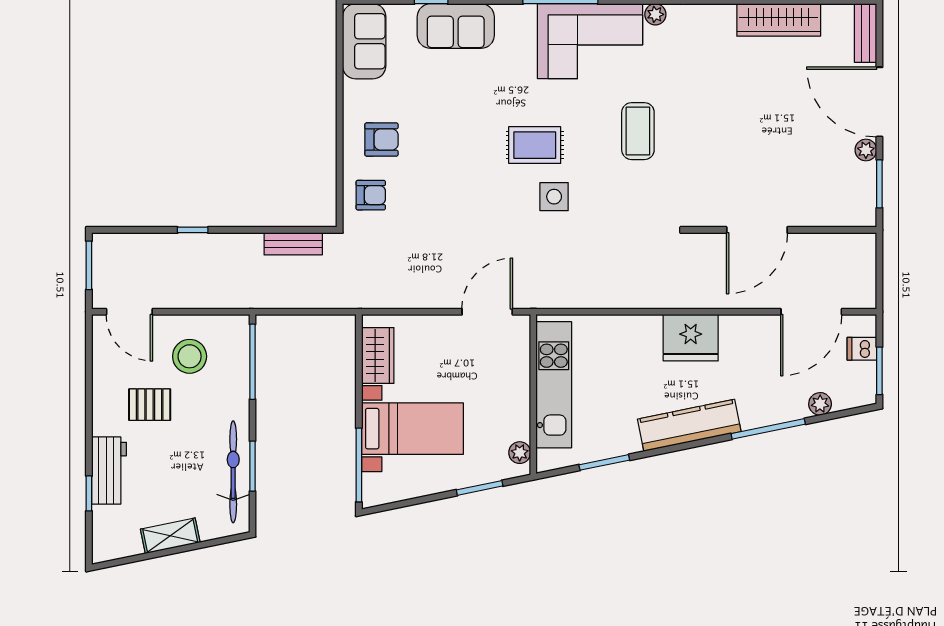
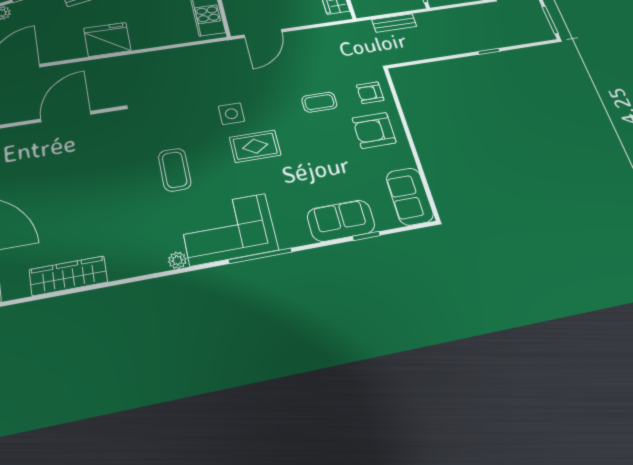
armchair: (381, 140) -> (374, 130), width x1.38, depth x1.38
coffee table: (440, 193) -> (319, 102), added
bench: (293, 244) -> (394, 23), moved

